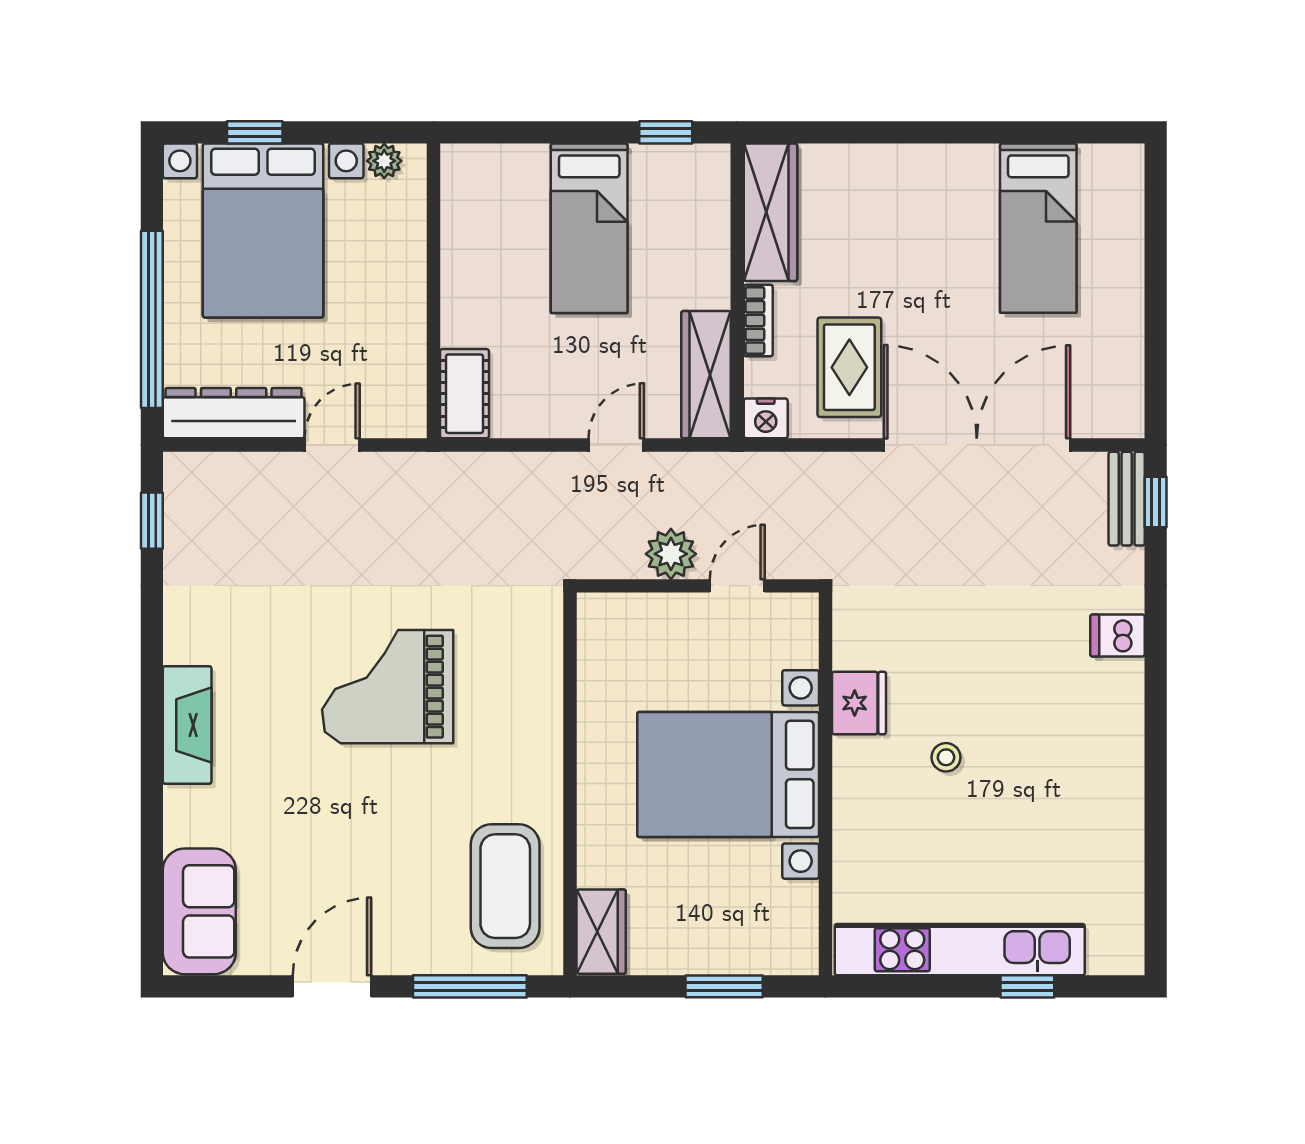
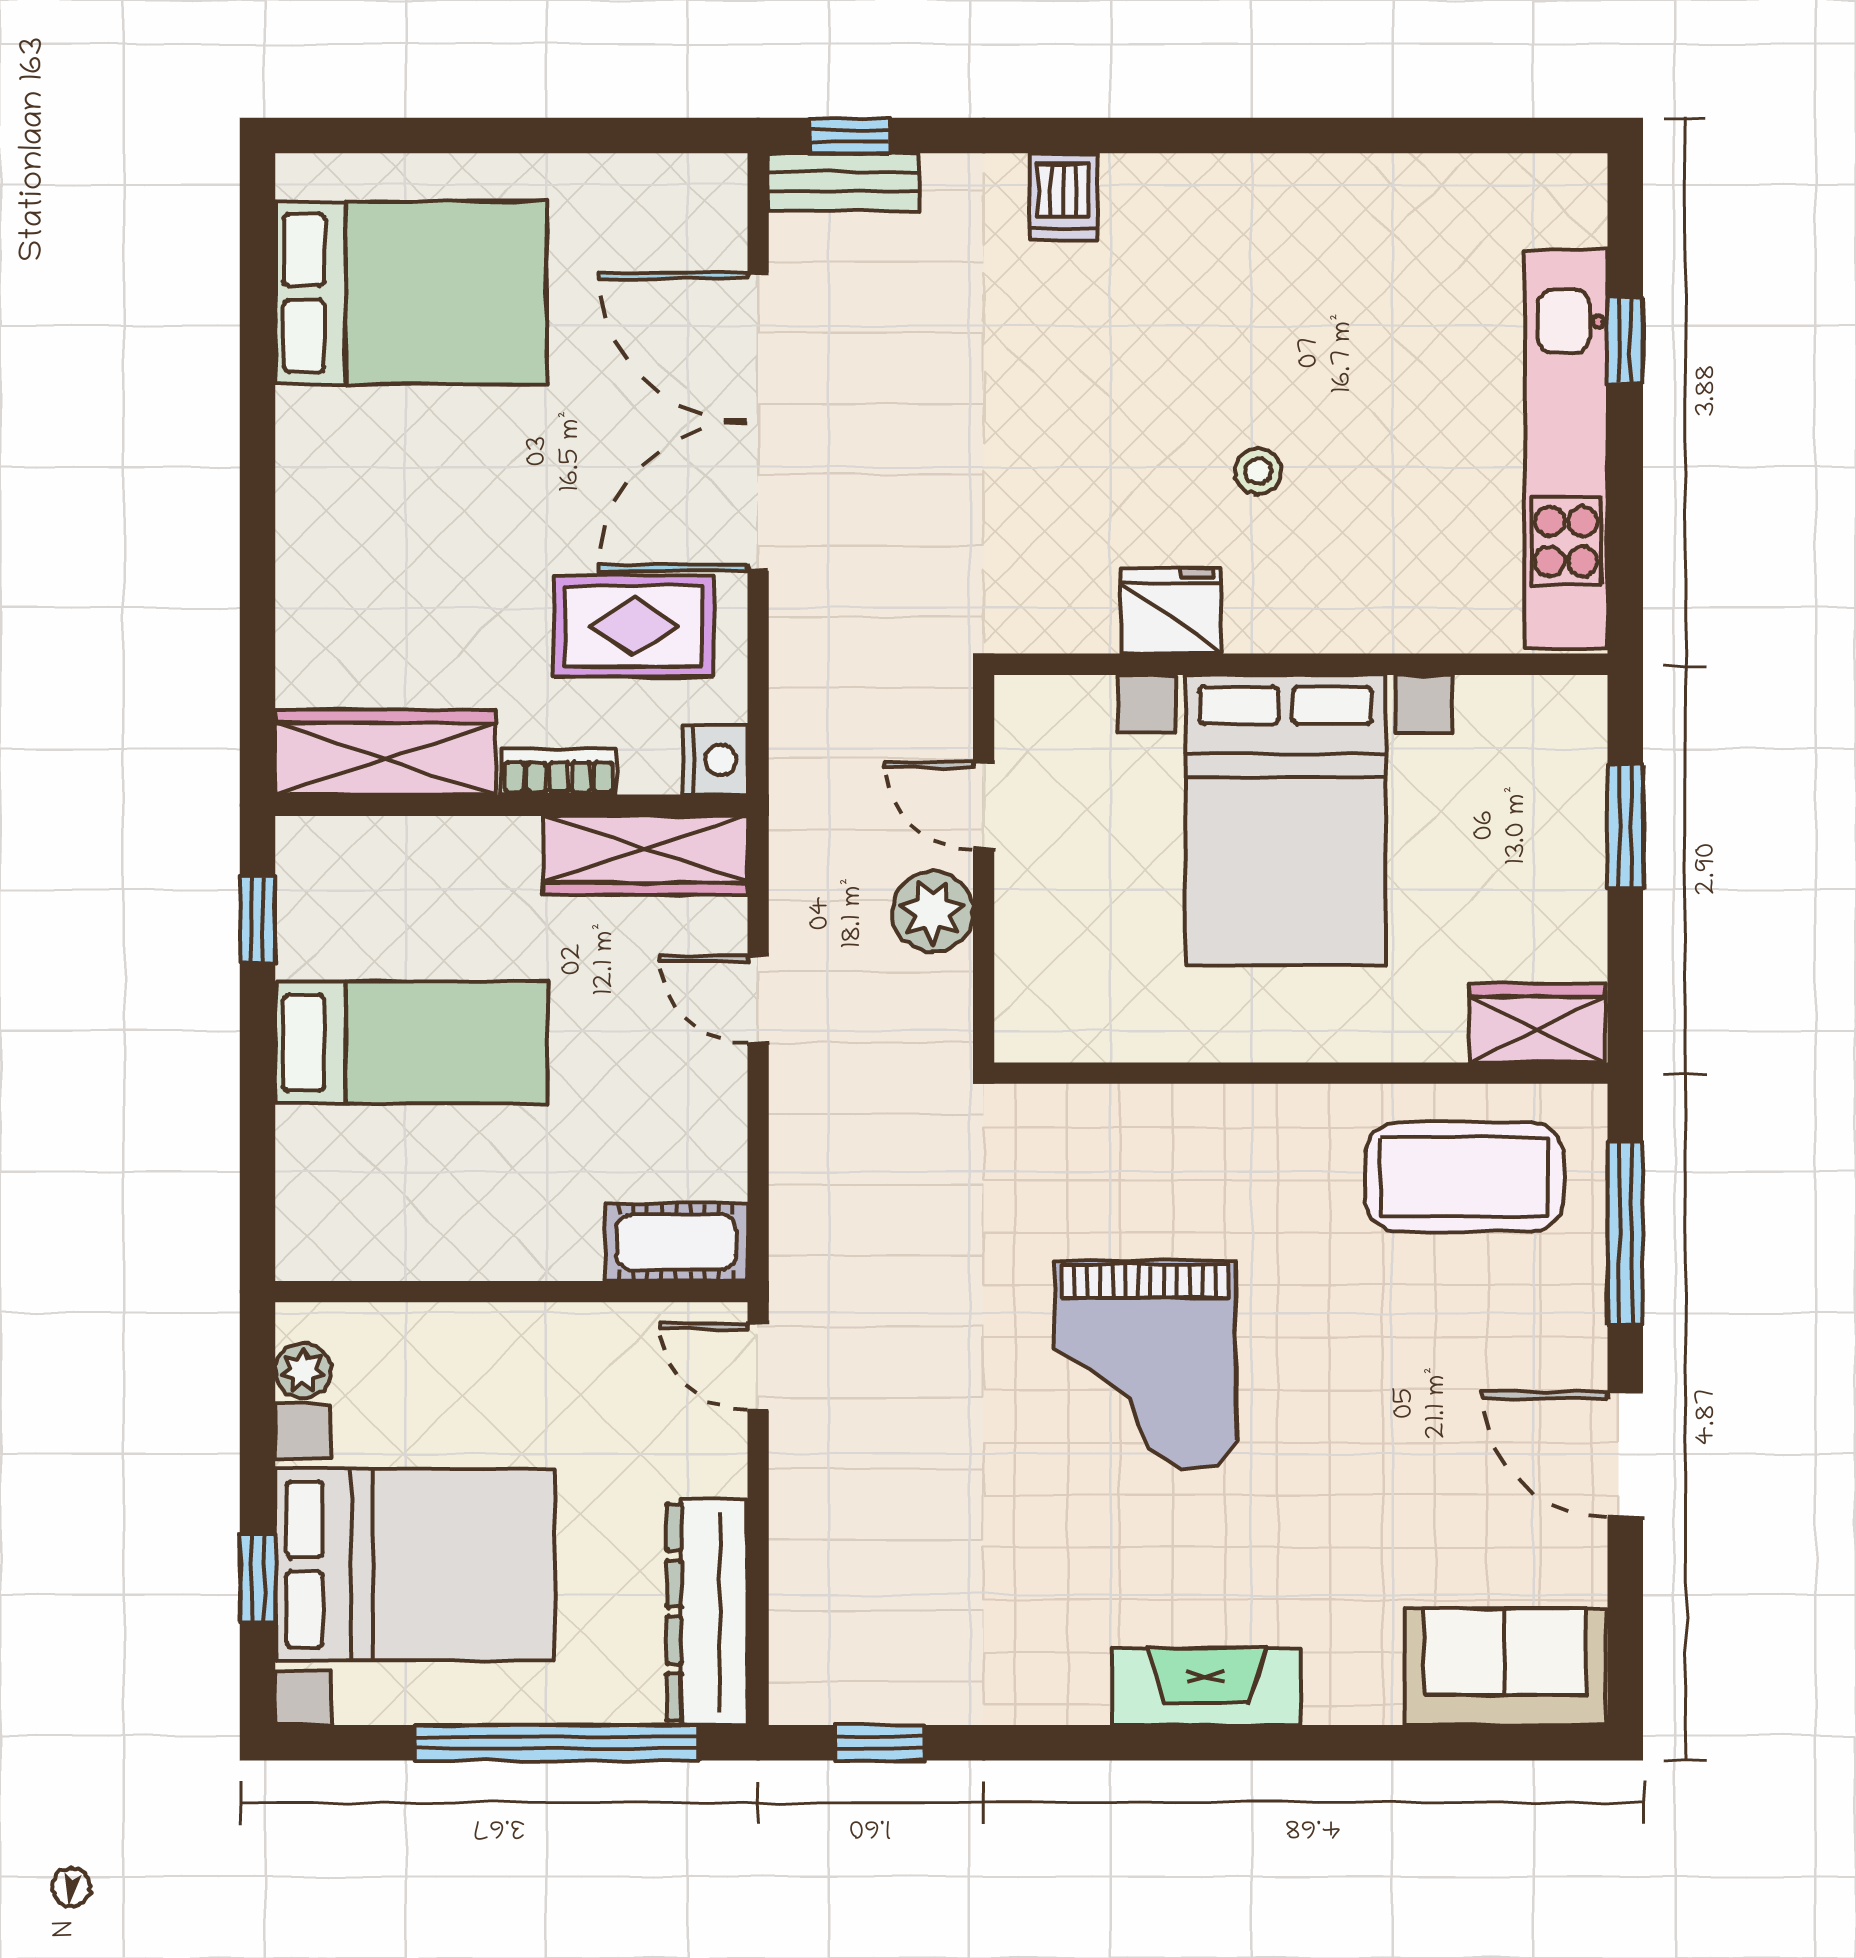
bed: (1038, 228) -> (411, 293), width x1.50
door: (332, 445) -> (758, 1367), moved

